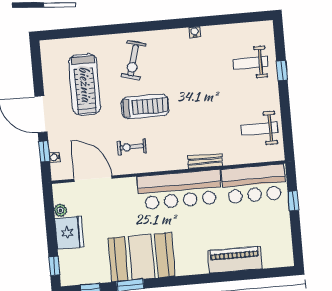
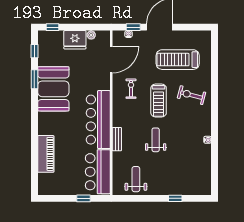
weight bench: (250, 63) -> (156, 140), moved

